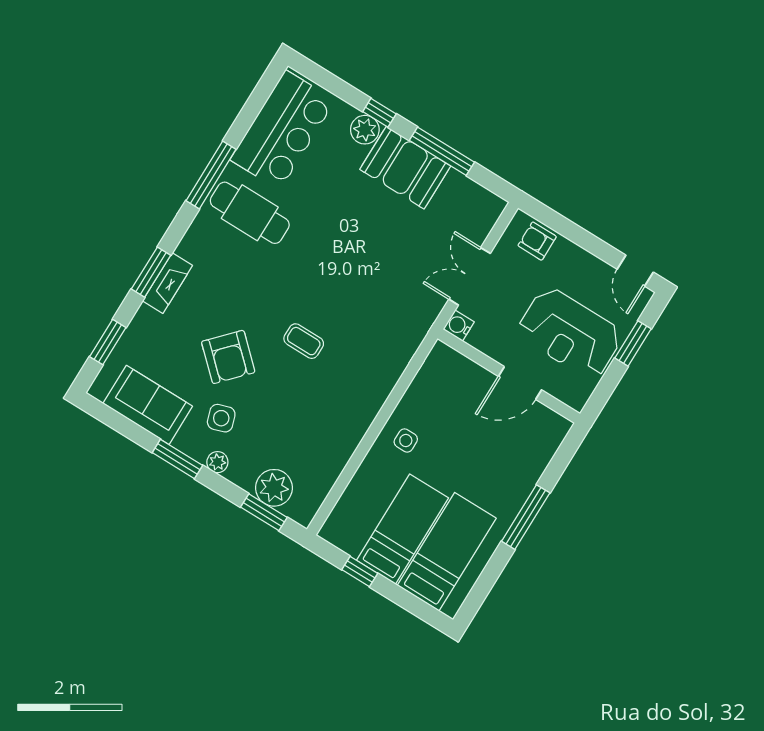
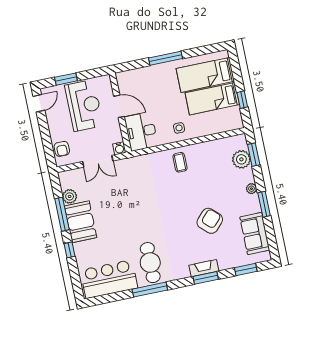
plant: (365, 130) -> (70, 196), moved
coffee table: (304, 341) -> (180, 162), moved
desk: (453, 381) -> (141, 131), added
side table: (221, 418) -> (234, 202), removed

